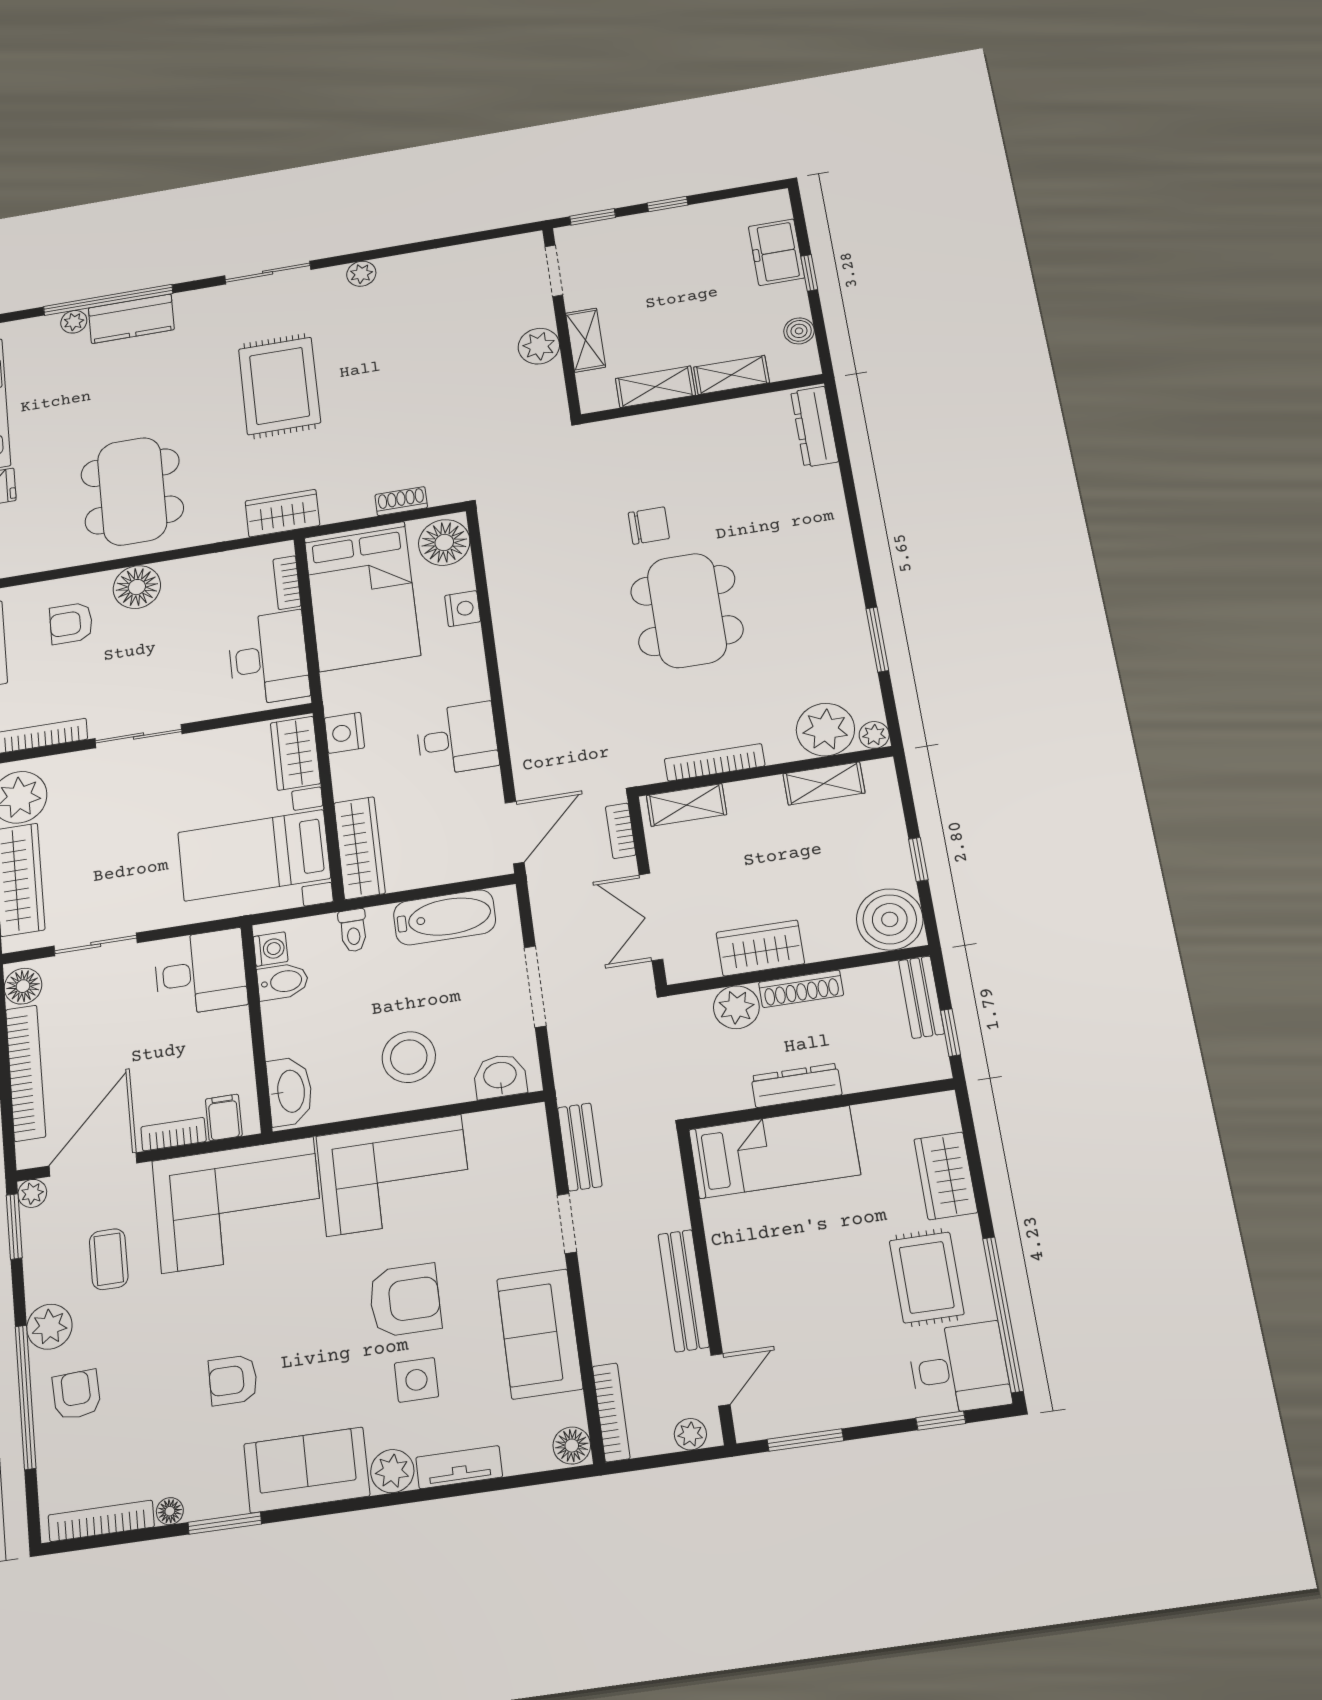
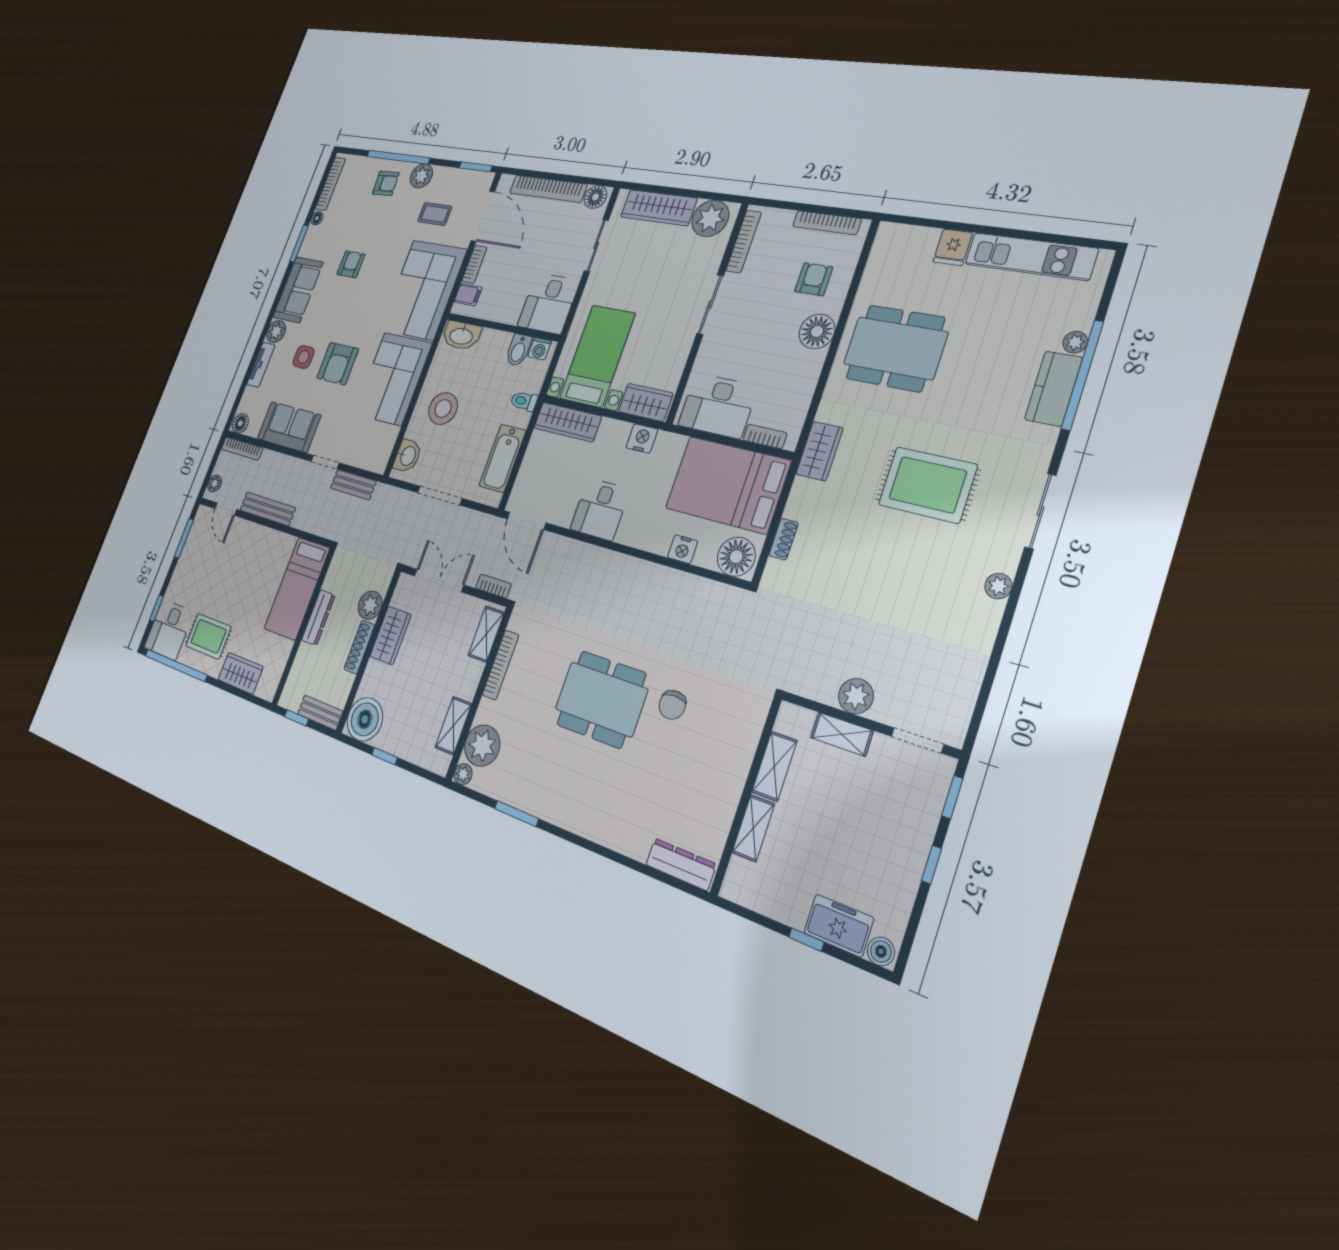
boiler: (799, 331) -> (881, 951), moved
plant: (32, 1193) -> (486, 180), removed

